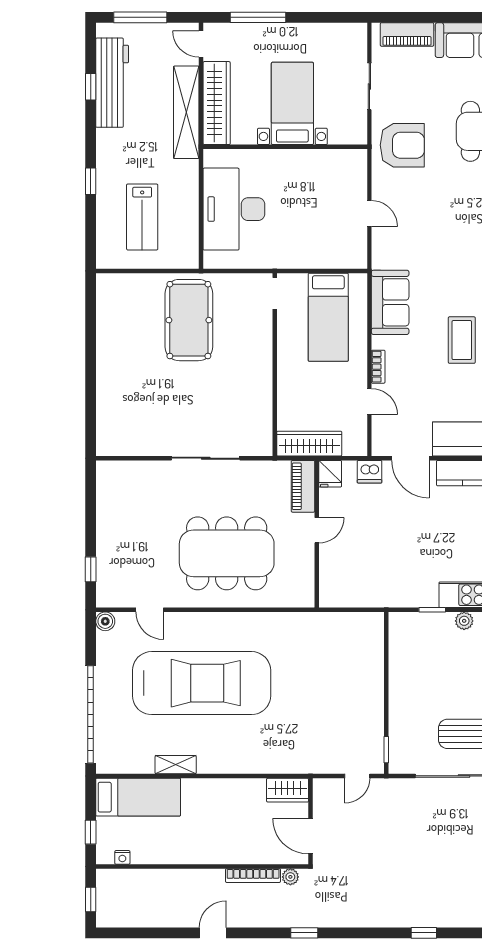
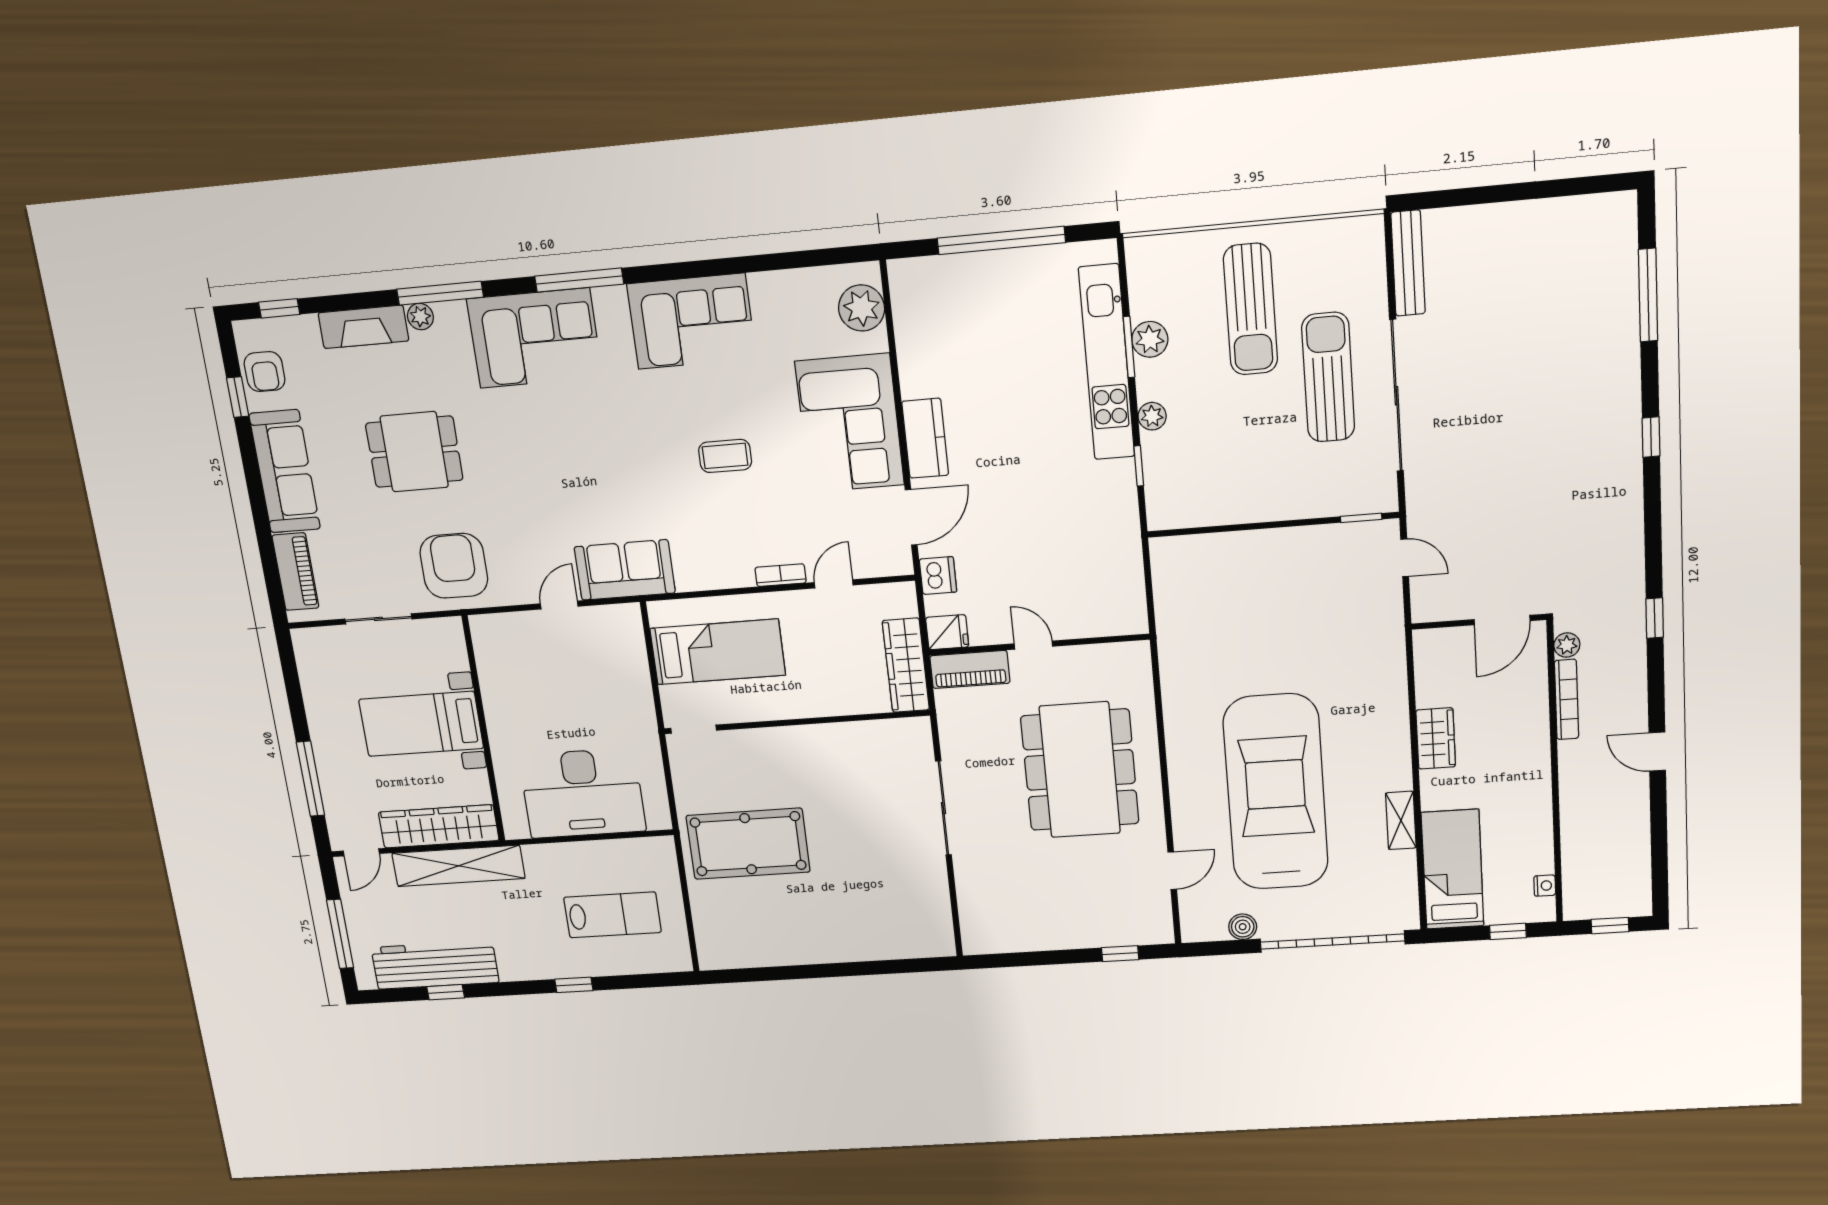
sofa: (390, 302) -> (625, 570), moved
coffee table: (462, 340) -> (725, 456), width x0.73, depth x0.77
boiler: (105, 621) -> (1243, 927), moved
wardrobe: (288, 790) -> (1436, 738), moved

